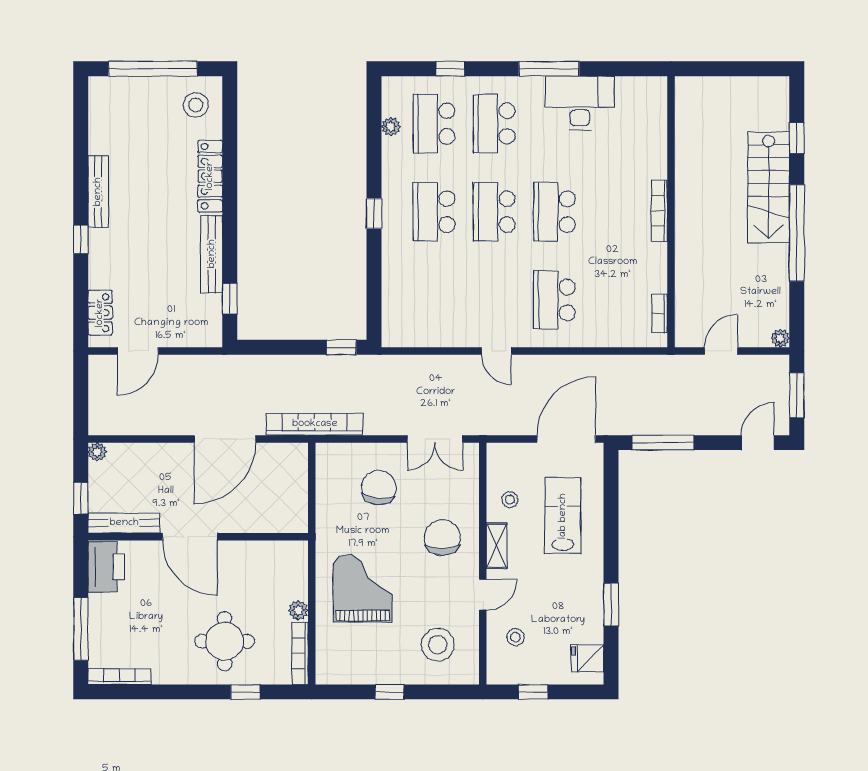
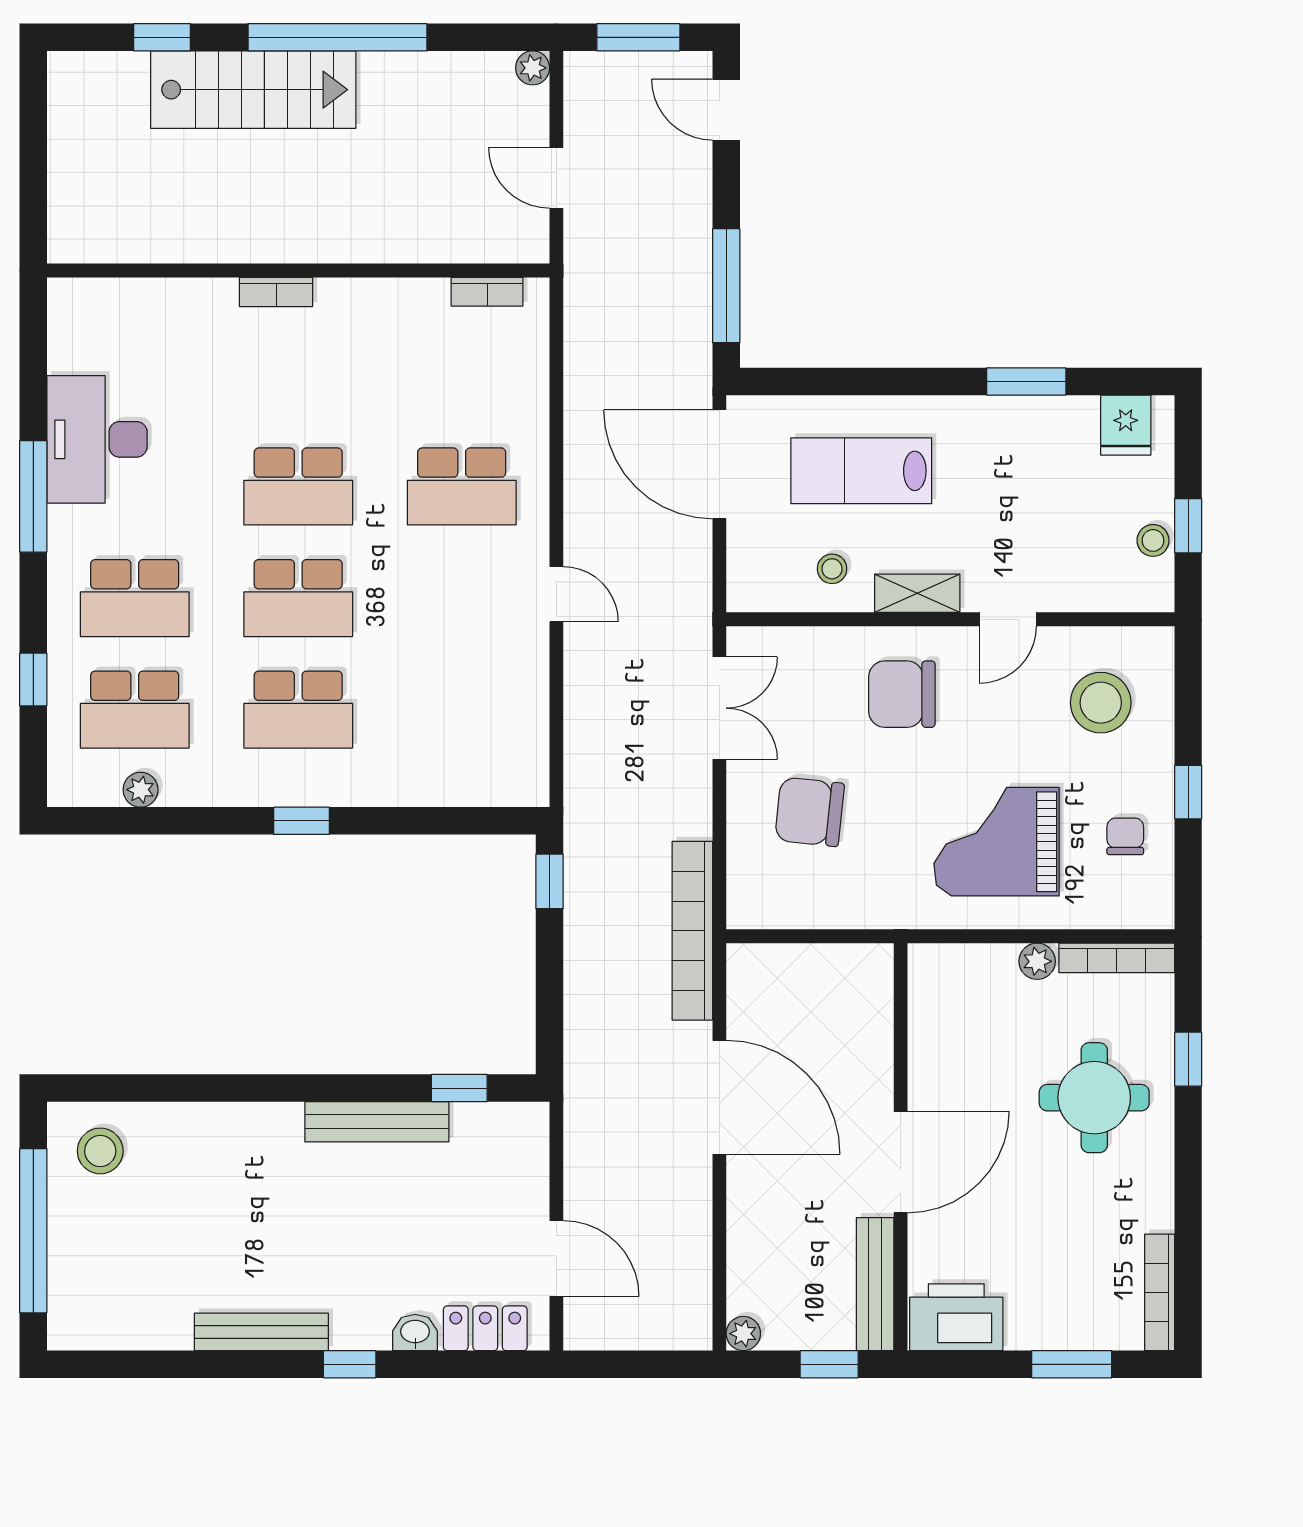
locker: (210, 176) -> (232, 1124), removed
bookcase: (659, 211) -> (276, 292), width x0.64
washbasin: (98, 275) -> (415, 1333), added
door: (496, 351) -> (556, 594), hinge flipped
door: (483, 595) -> (1008, 619), swing flipped
window: (81, 629) -> (1072, 1364), width x0.69
stool: (515, 637) -> (1153, 540), moved
chair: (366, 658) -> (1125, 836), added

